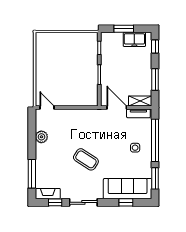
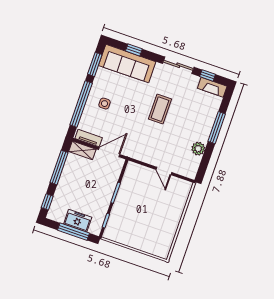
window: (124, 29) -> (73, 232), width x1.44
freezer: (134, 39) -> (78, 221), moved
window: (155, 79) -> (59, 168), width x1.44
door: (47, 108) -> (164, 171), moved
door: (117, 108) -> (109, 152), swing flipped
coffee table: (86, 159) -> (160, 109), turned 57
window: (32, 174) -> (217, 128), moved

